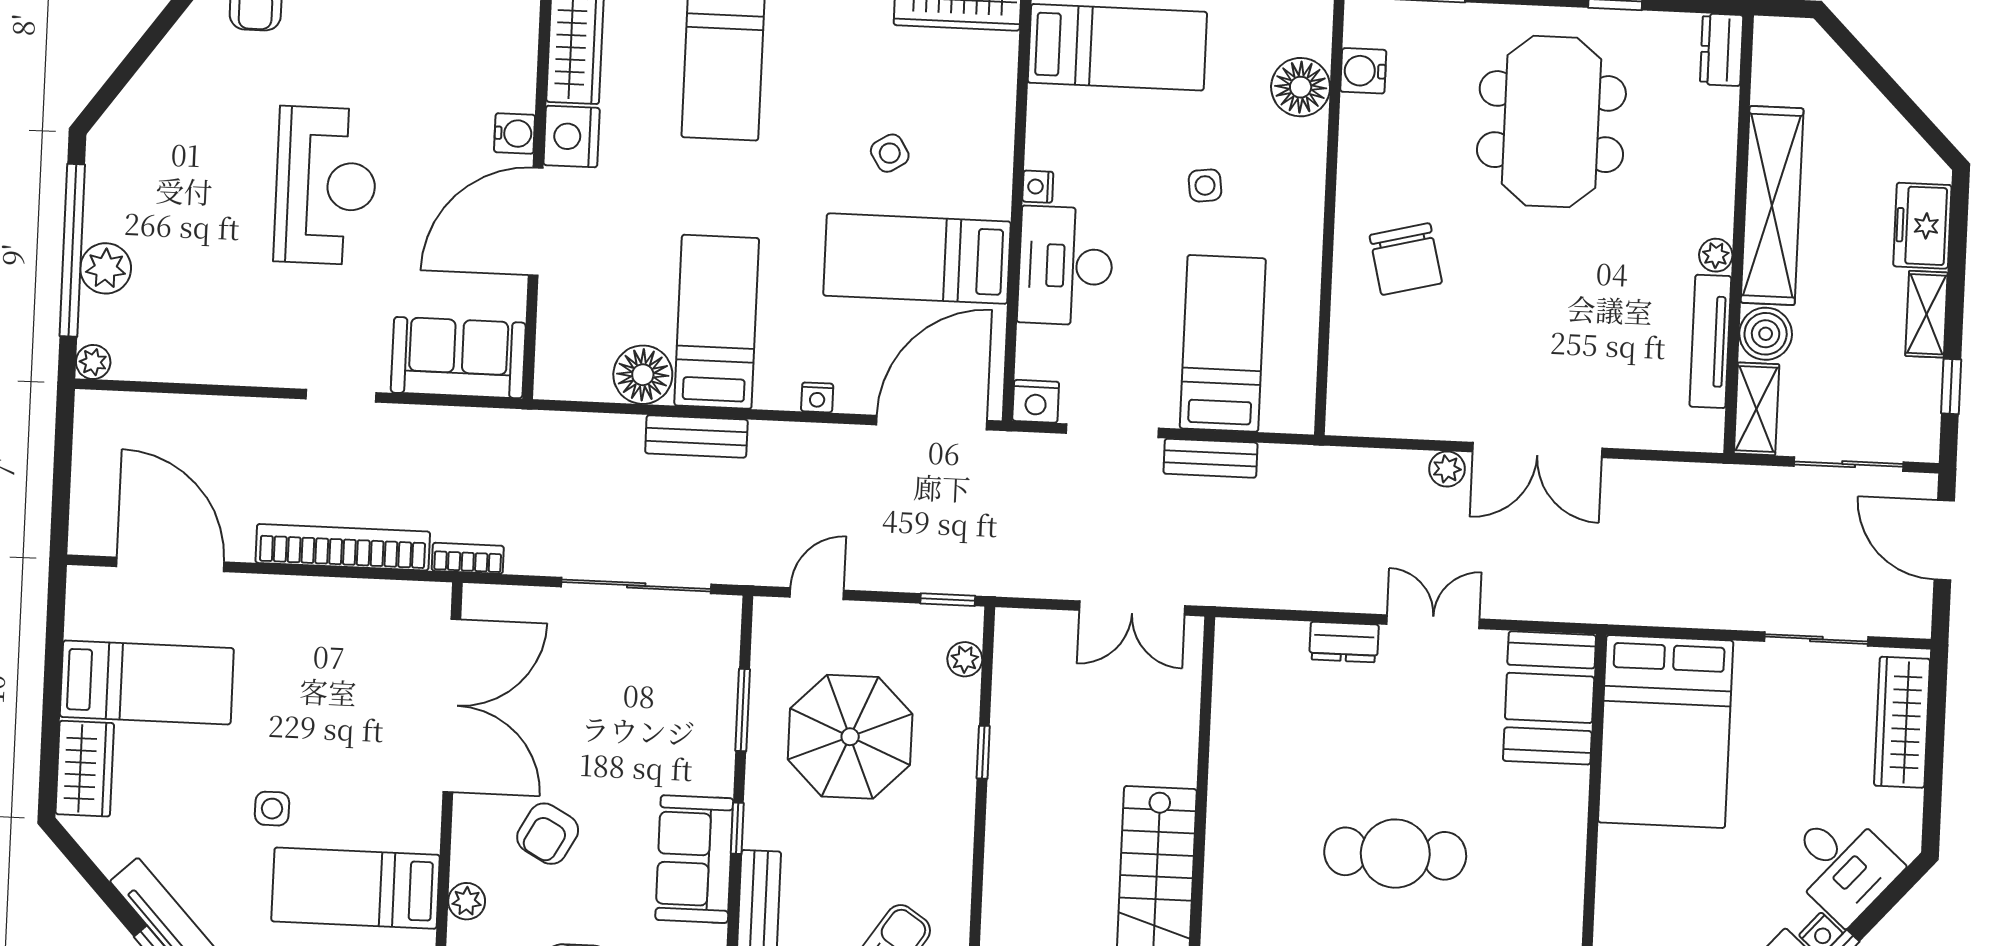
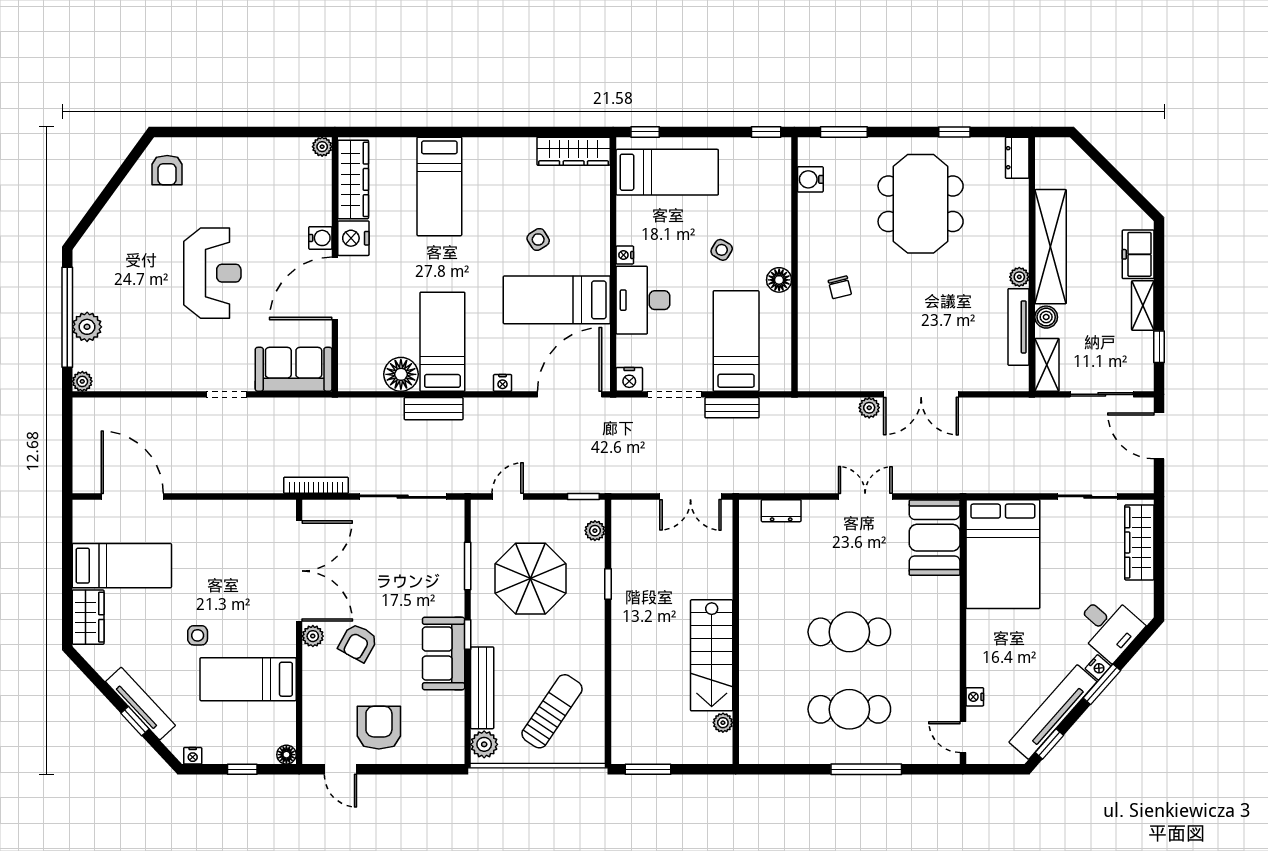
floor lamp: (1301, 87) -> (779, 280), moved, width x0.73, depth x0.73
side table: (1205, 185) -> (722, 250), turned 38
chair: (1406, 259) -> (840, 287), width x0.54, depth x0.54
boiler: (1766, 334) -> (1046, 317), width x0.73, depth x0.73
bookcase: (343, 547) -> (232, 482), removed
bookcase: (468, 558) -> (316, 485), width x1.56
dresser: (1344, 642) -> (781, 511), moved
plant: (467, 901) -> (313, 636), moved

